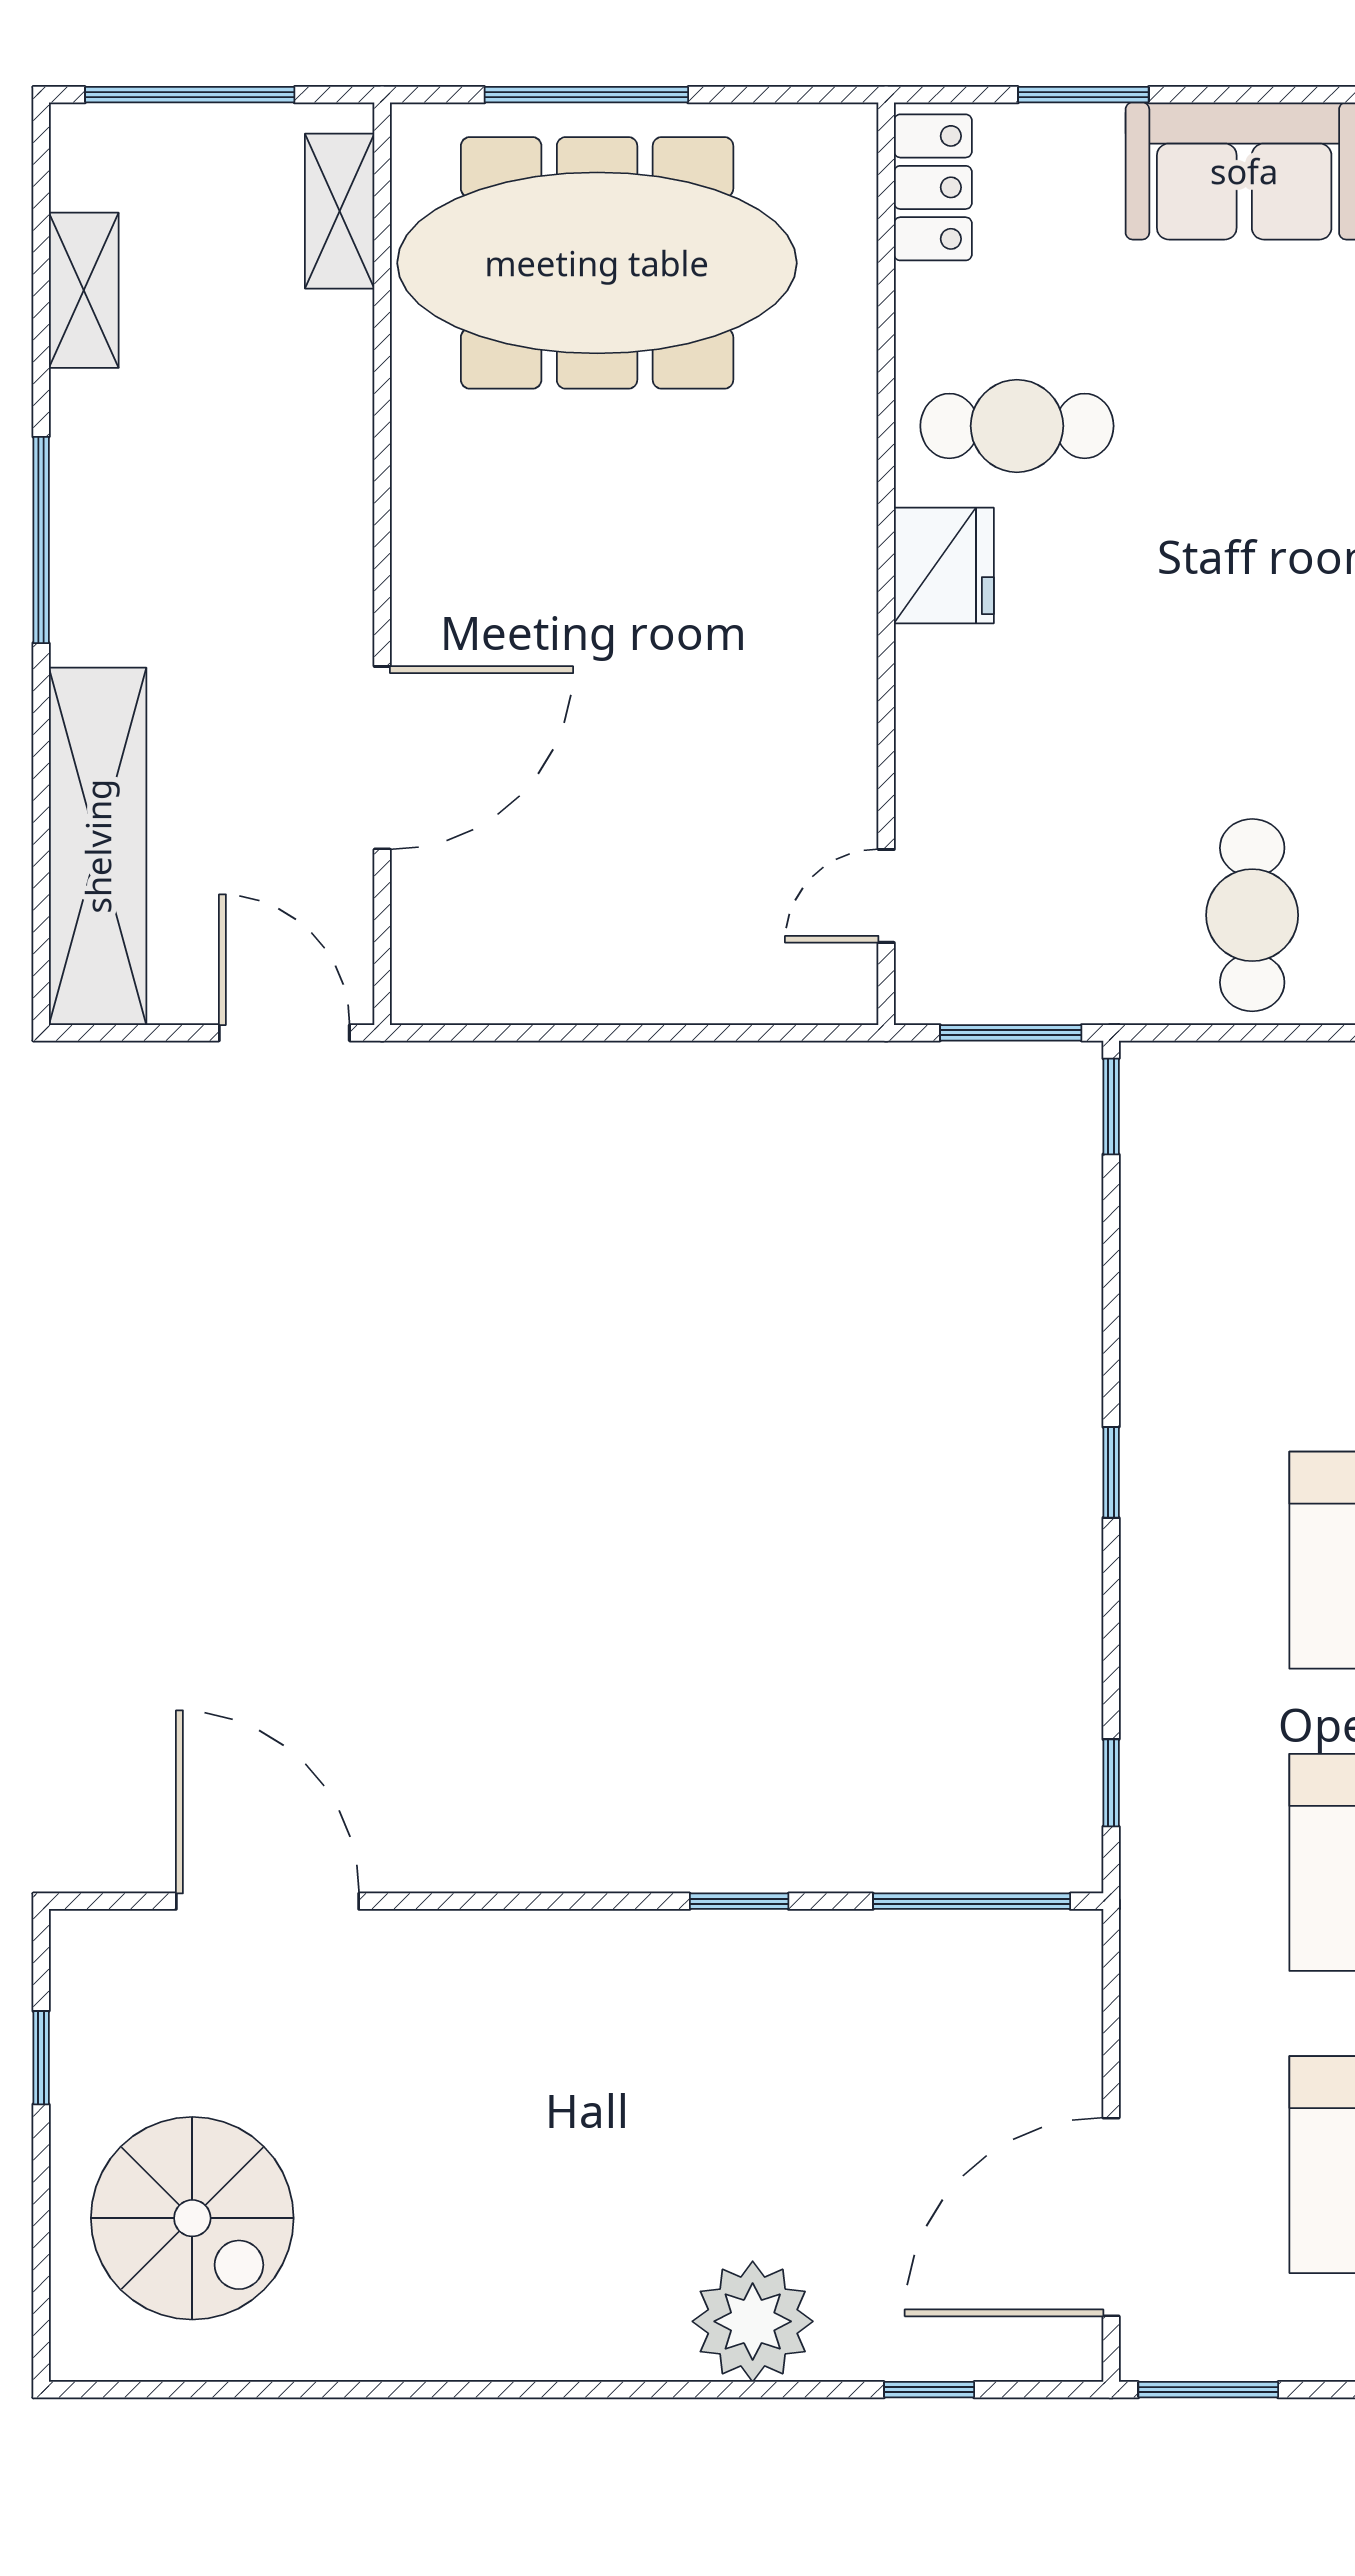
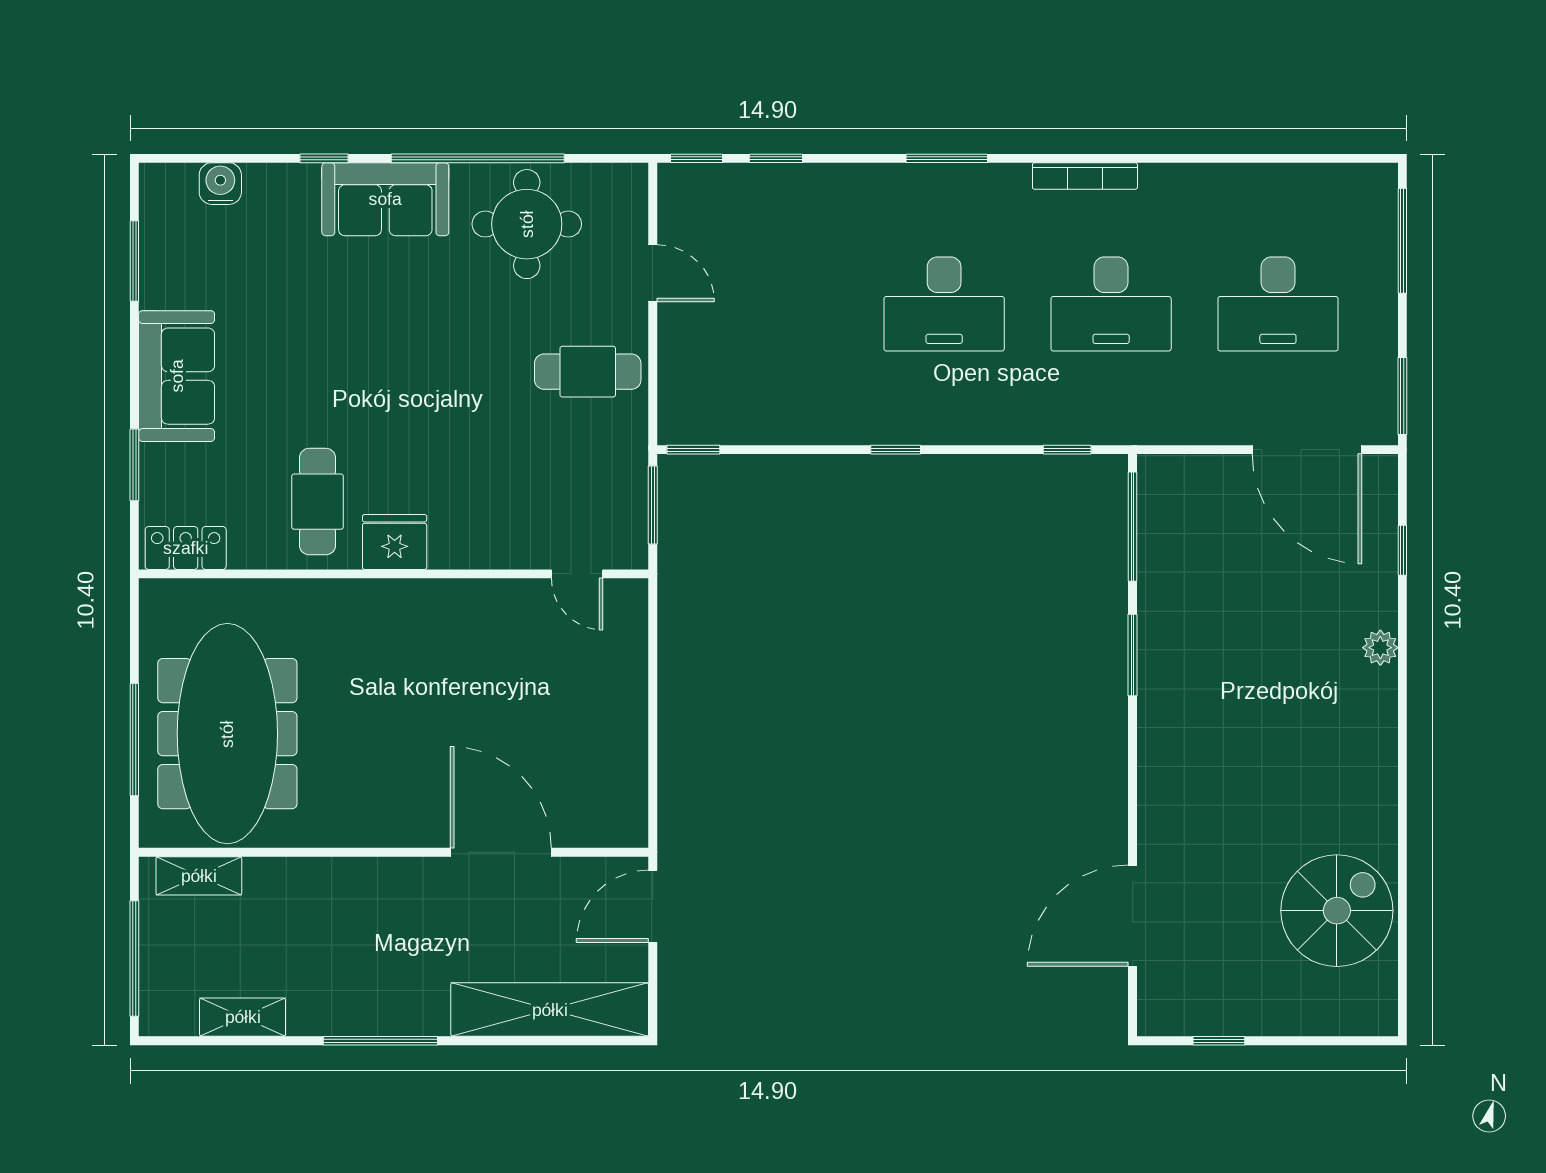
window: (739, 1901) -> (1133, 655), width x1.50
spiral stairs: (192, 2218) -> (1337, 911), moved
plant: (753, 2321) -> (1380, 648), width x0.53, depth x0.53

